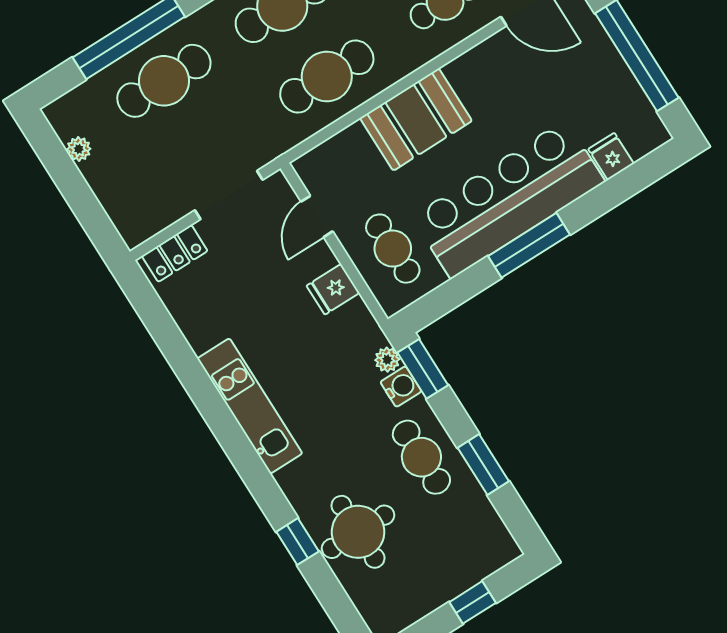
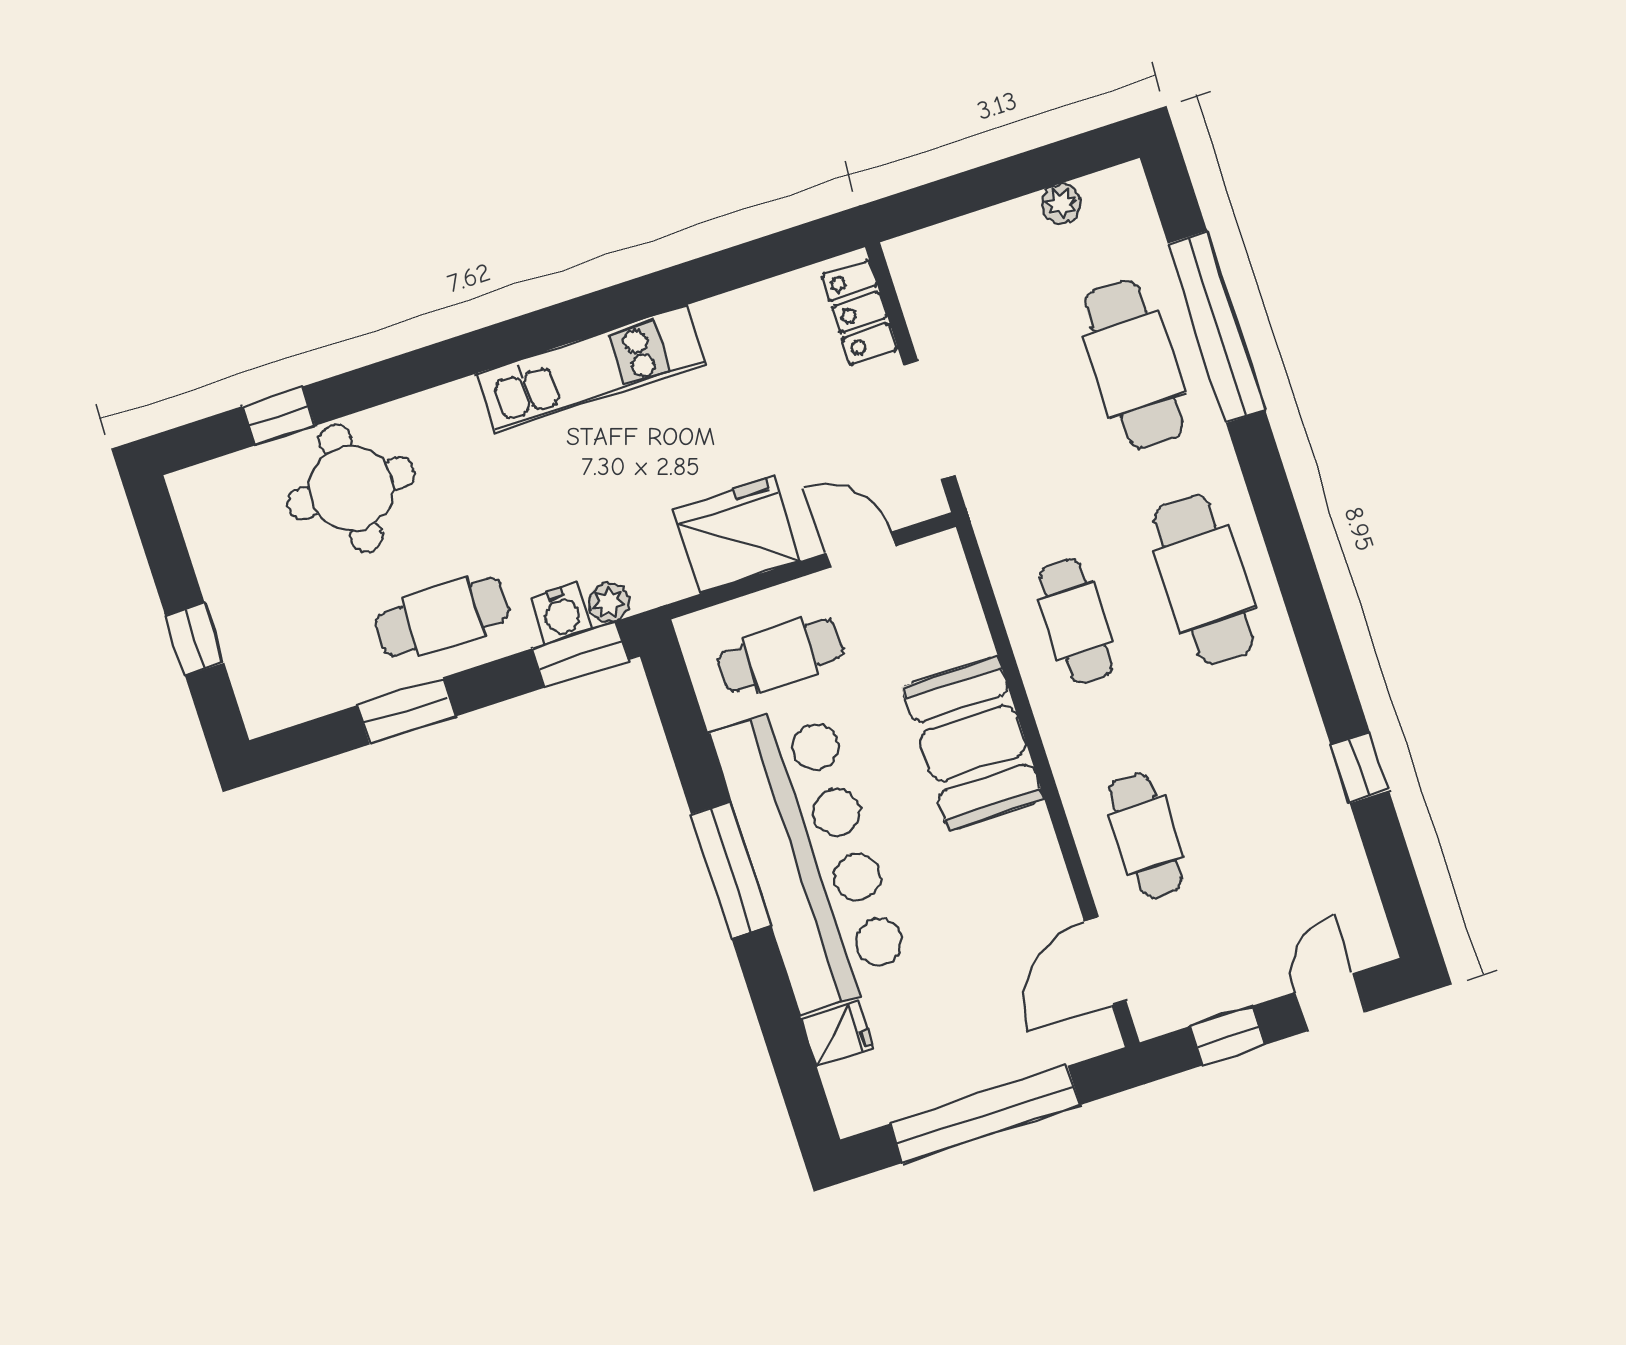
cafe table: (327, 77) -> (1076, 621), width x0.73, depth x0.74
fridge: (333, 289) -> (737, 535), width x1.88, depth x1.34
window: (298, 542) -> (279, 416), moved

